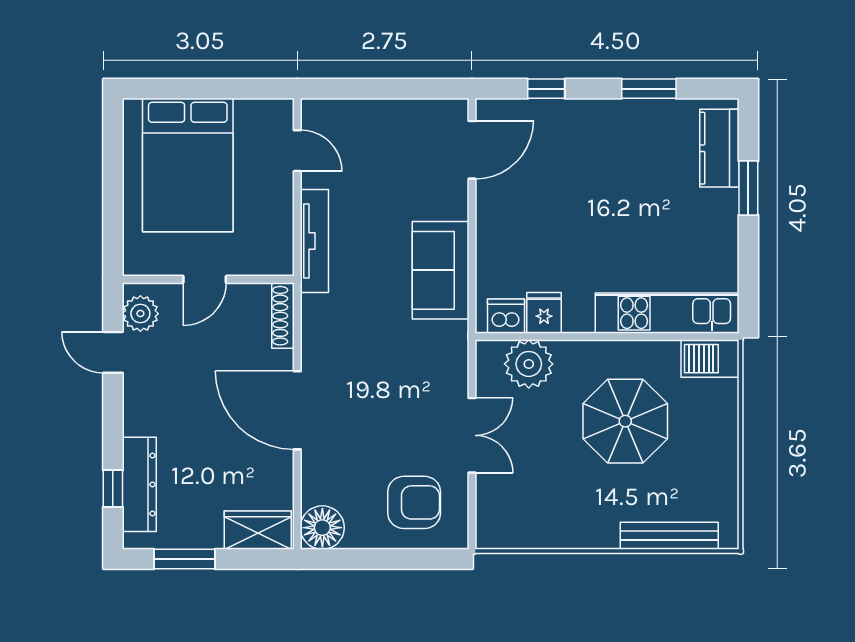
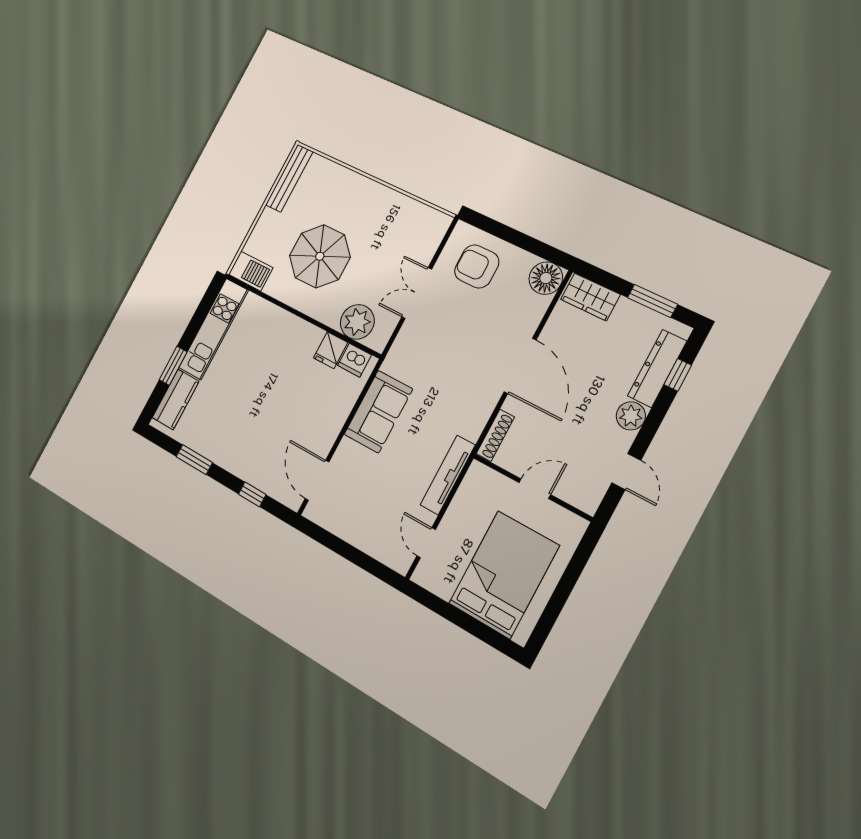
door: (472, 150) -> (317, 480), hinge flipped
kitchen unit: (667, 313) -> (214, 329), moved, turned -90
plant: (140, 314) -> (631, 416), moved
bench: (669, 536) -> (289, 178), moved, turned 90

